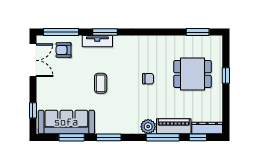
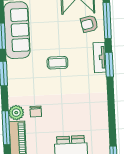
armchair: (64, 50) -> (89, 24), turned -102
chair: (148, 79) -> (36, 112), moved

